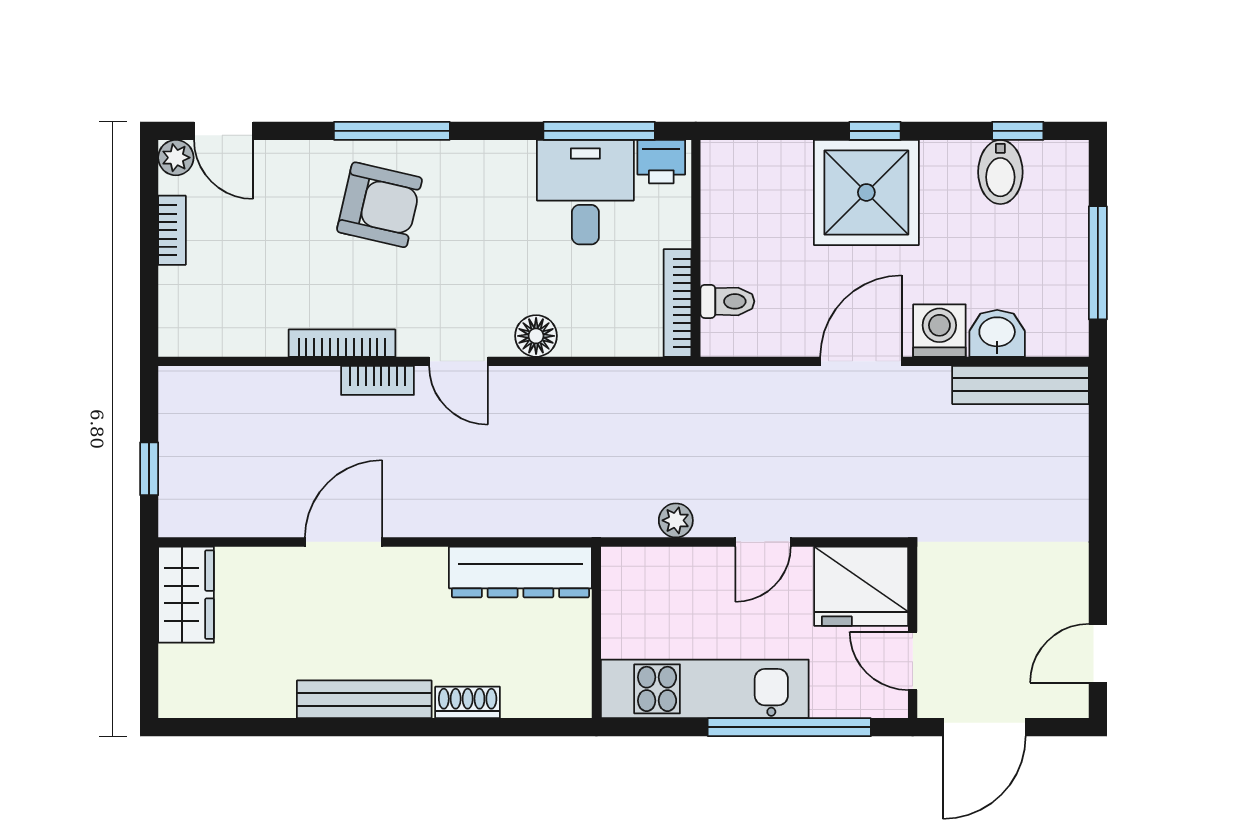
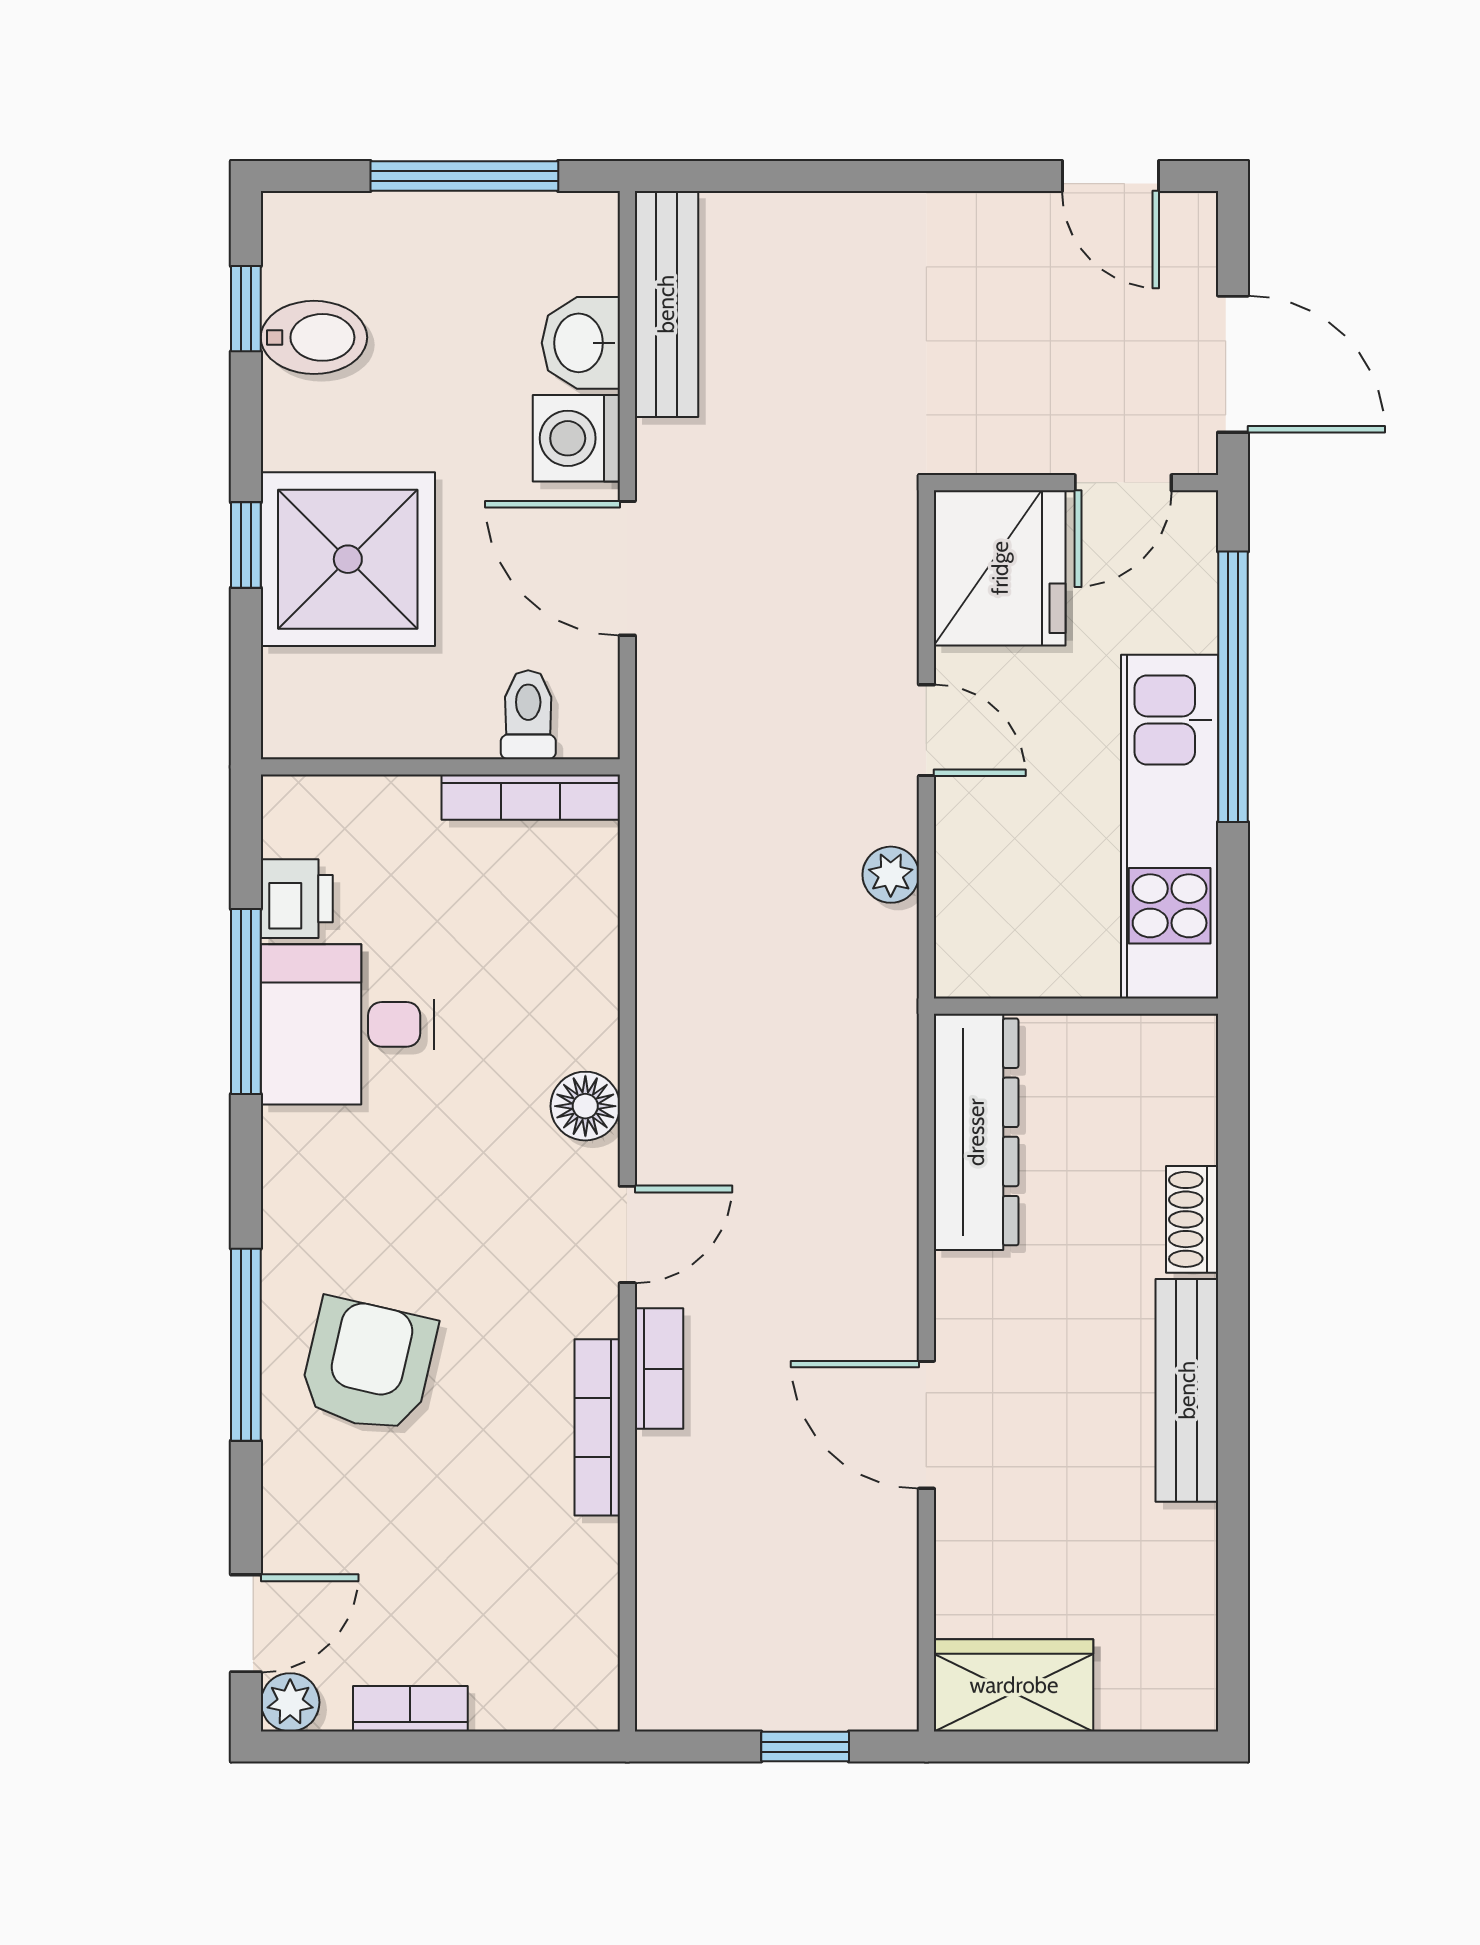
wall: (696, 248) -> (440, 767), moved
toilet: (727, 301) -> (528, 715), moved
bookcase: (677, 303) -> (531, 797), moved

